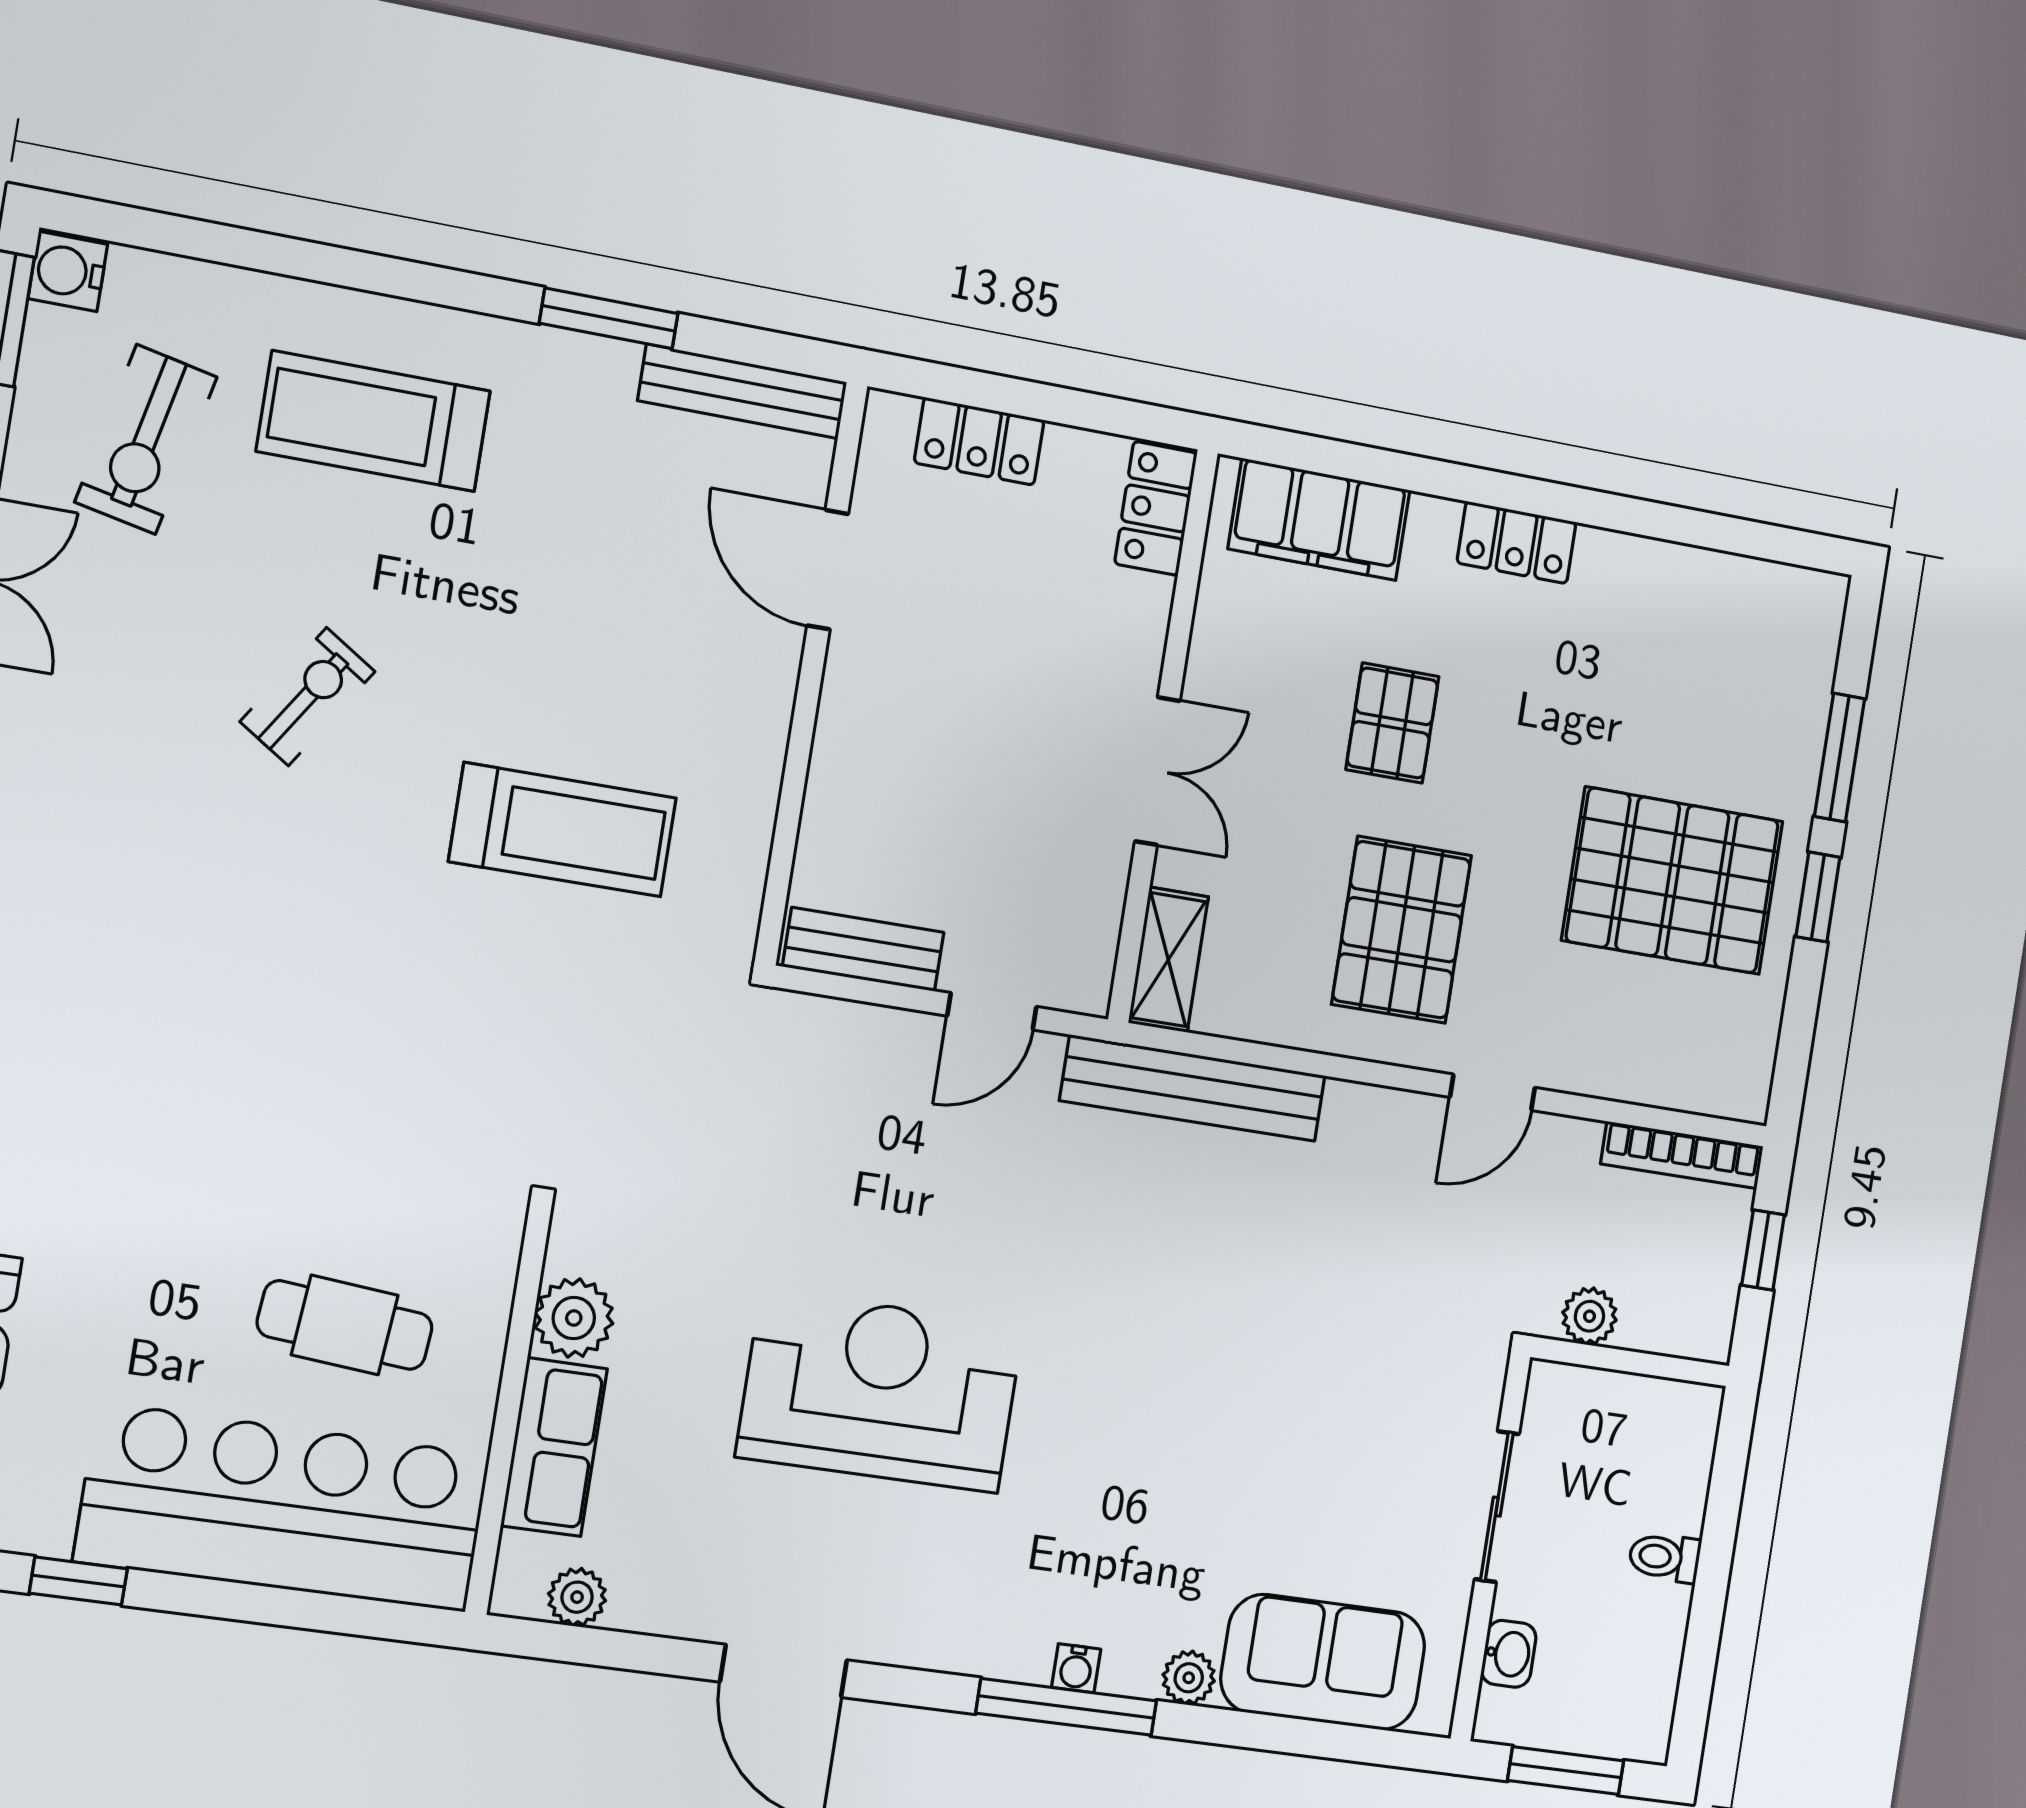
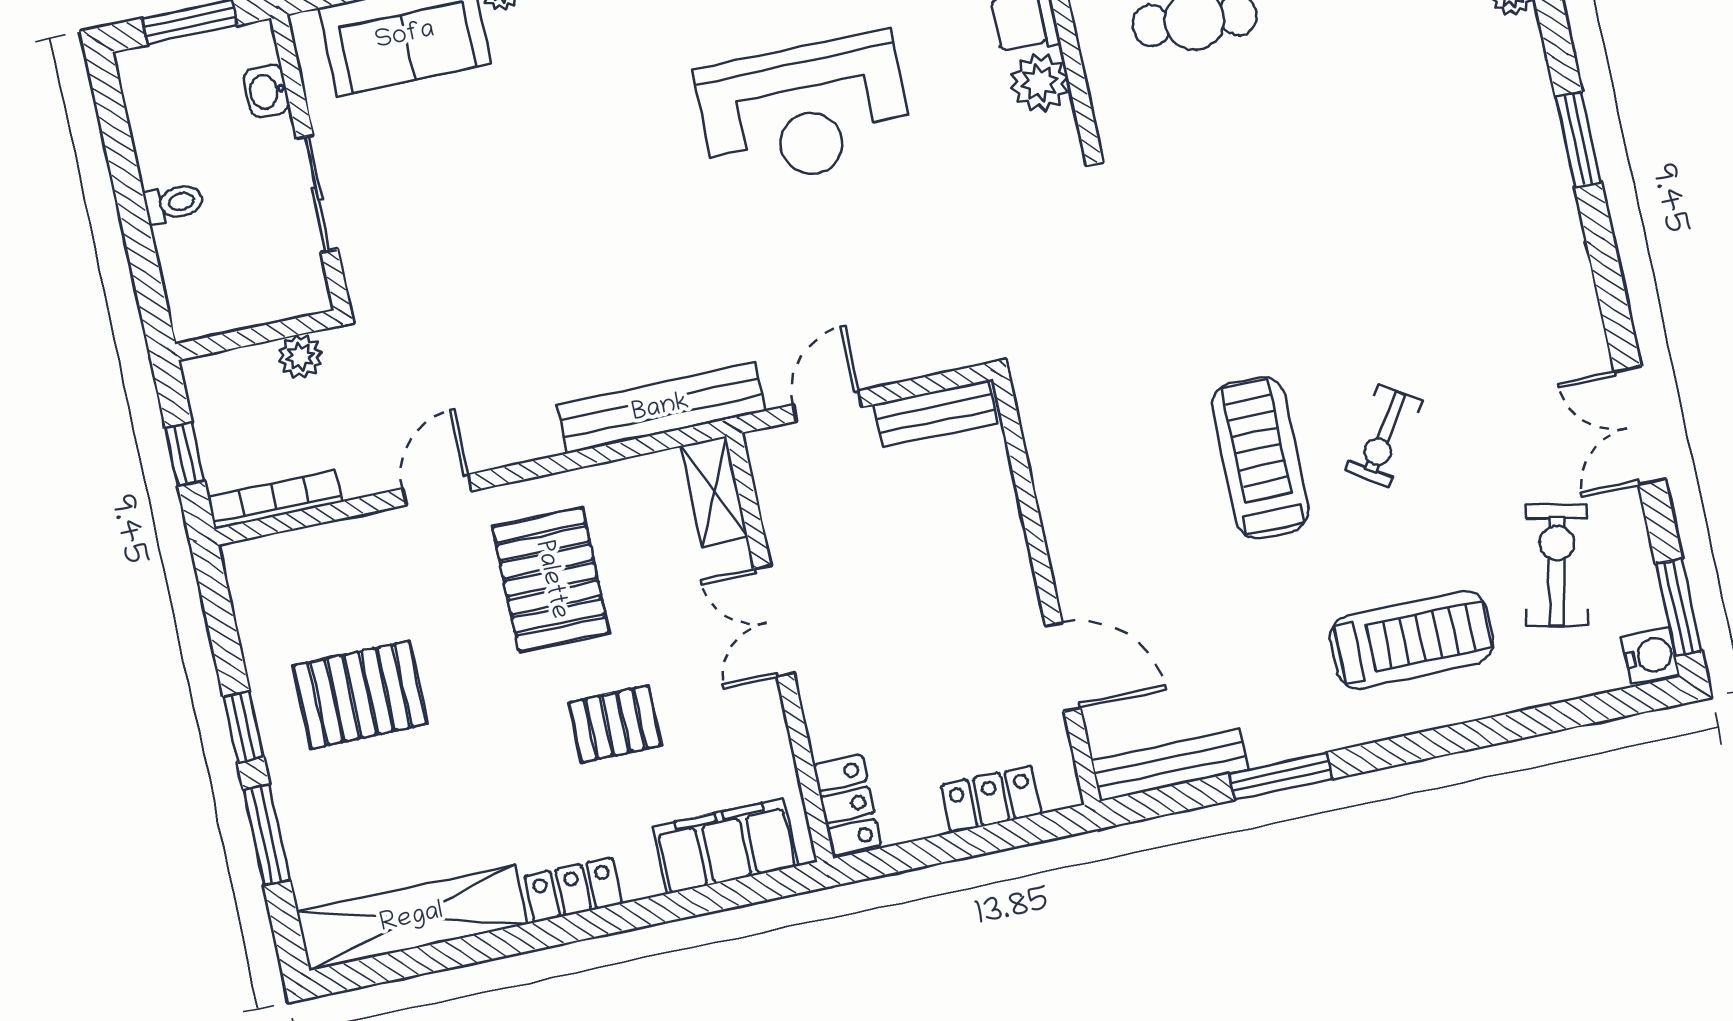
shelving: (1713, 588) -> (412, 918), added
pallet: (1392, 723) -> (615, 724), turned 90
treadmill: (563, 830) -> (1260, 458), moved, turned 90
pallet: (1672, 881) -> (360, 695), width x0.73, depth x0.71

